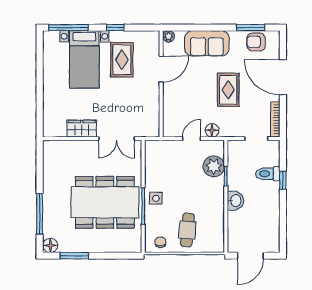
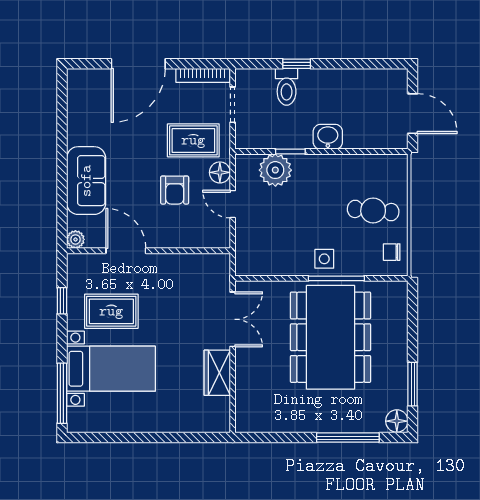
window: (115, 28) -> (62, 301), moved
window: (251, 28) -> (62, 113), removed
armchair: (256, 42) -> (175, 190), moved
rug: (228, 90) -> (193, 140), moved

